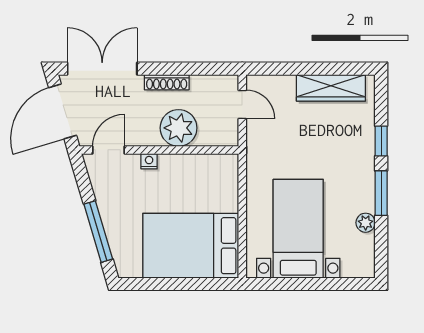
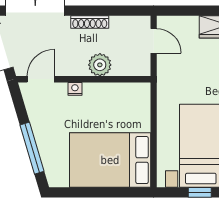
plant: (179, 128) -> (100, 65), width x0.73, depth x0.73
window: (297, 284) -> (200, 192), added

